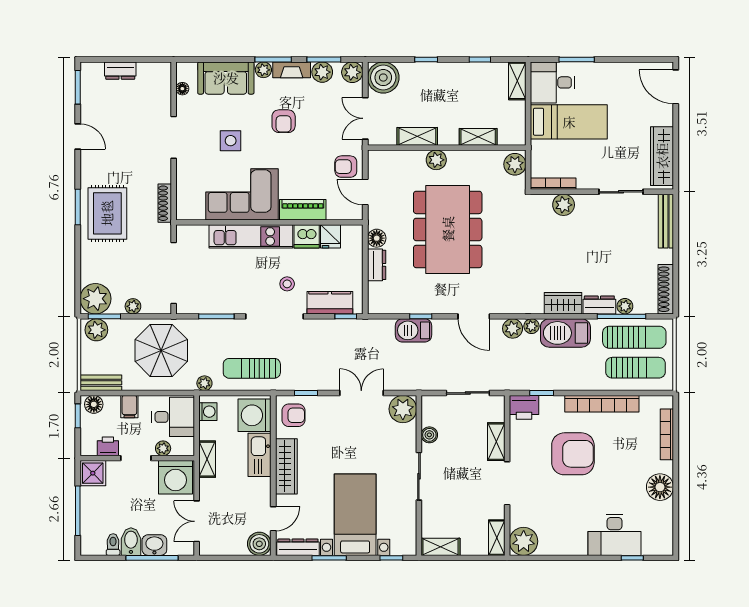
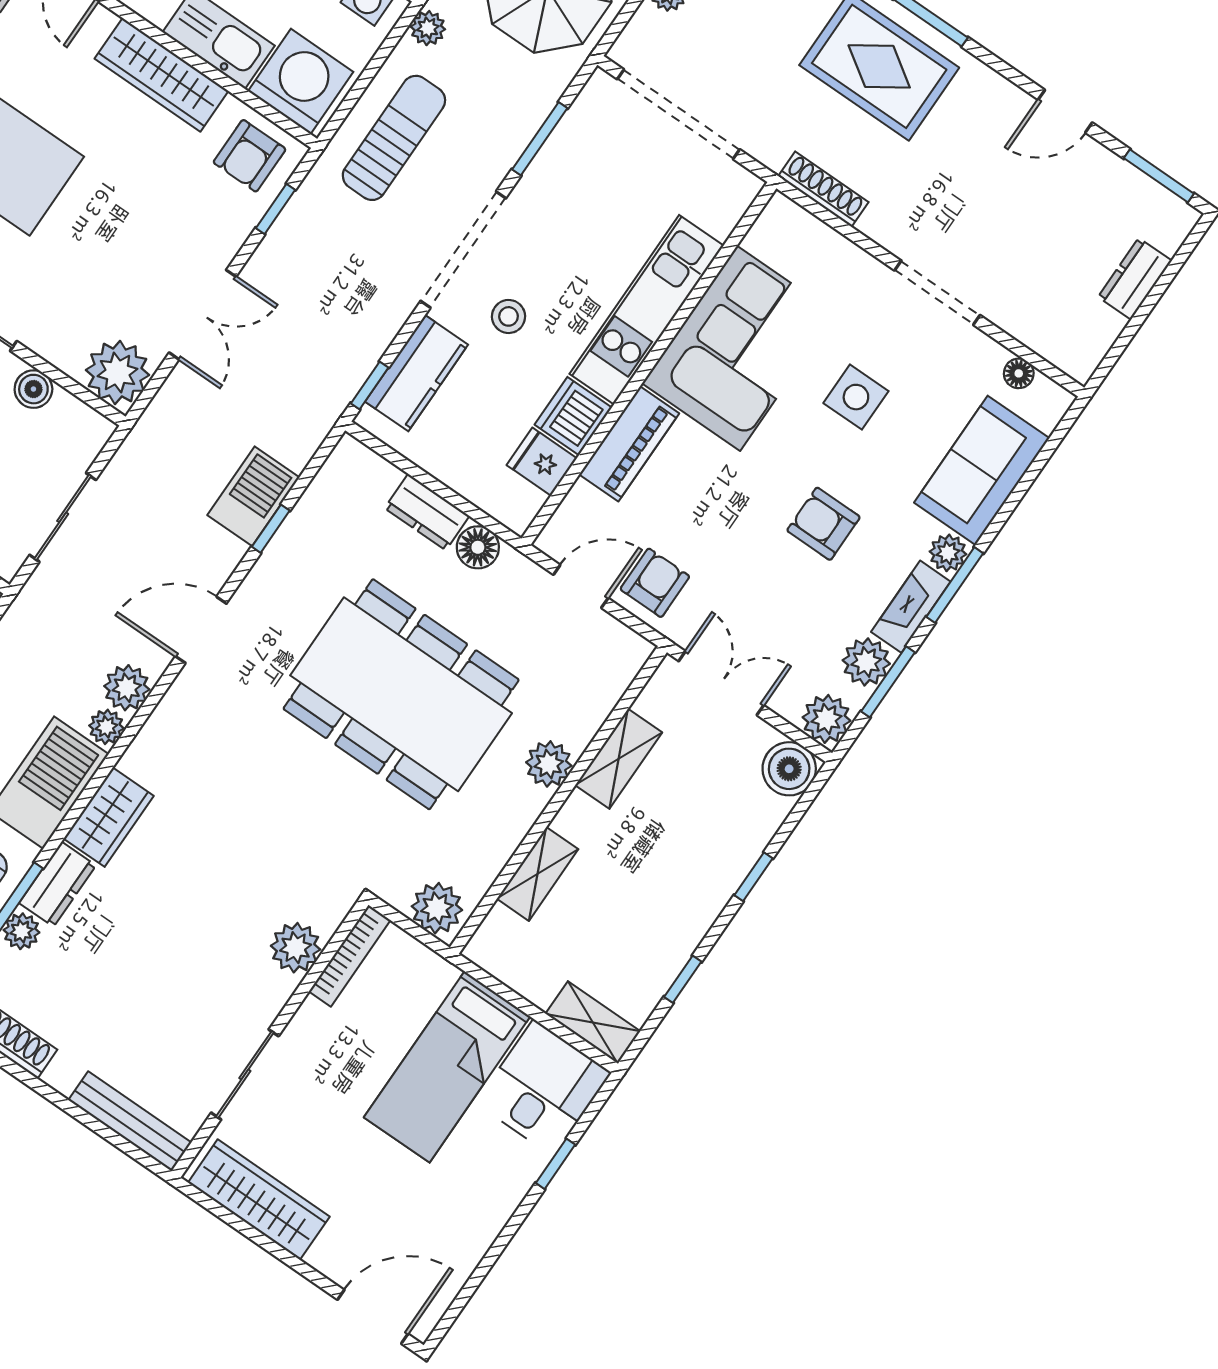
window: (577, 60) -> (555, 1164), width x0.67
boiler: (383, 78) -> (789, 769), width x0.73, depth x0.73

